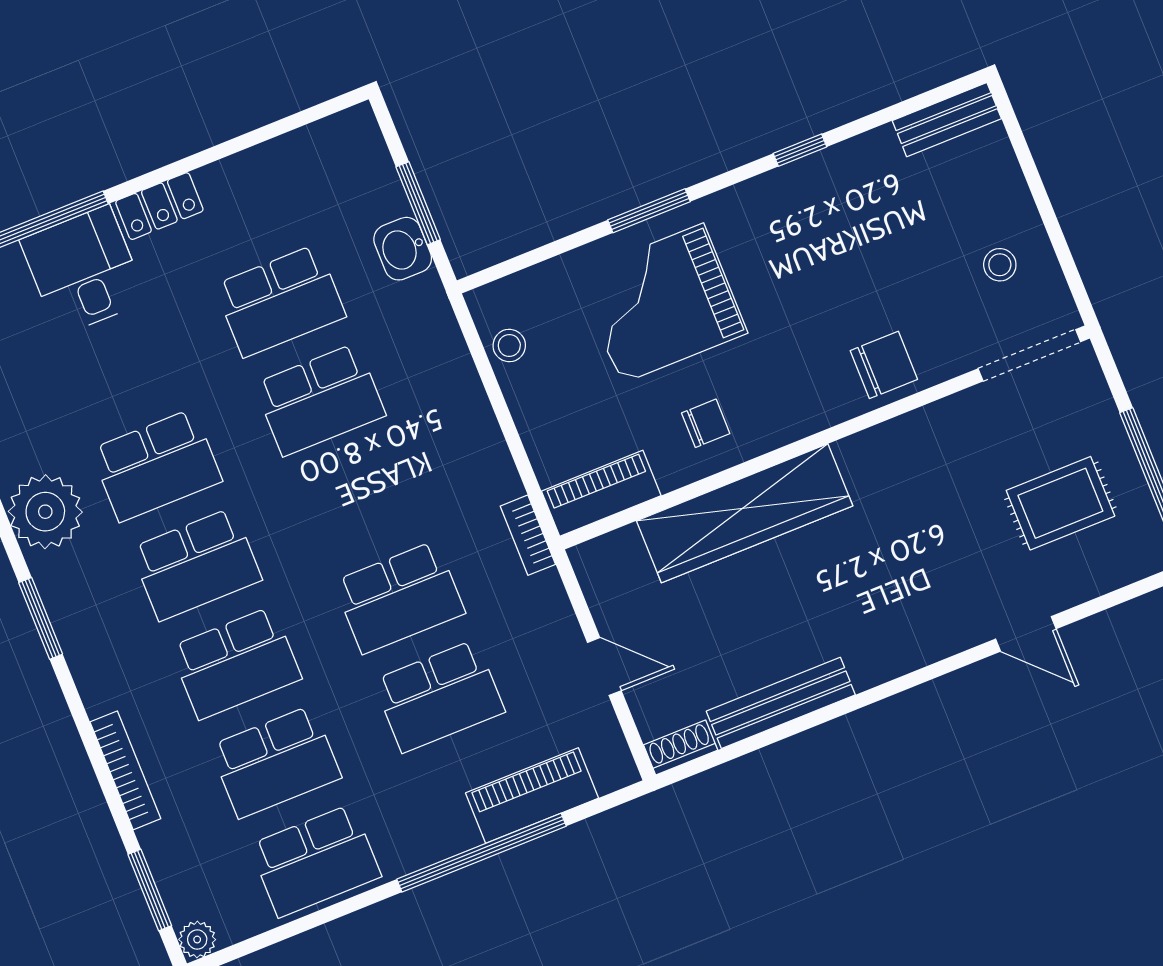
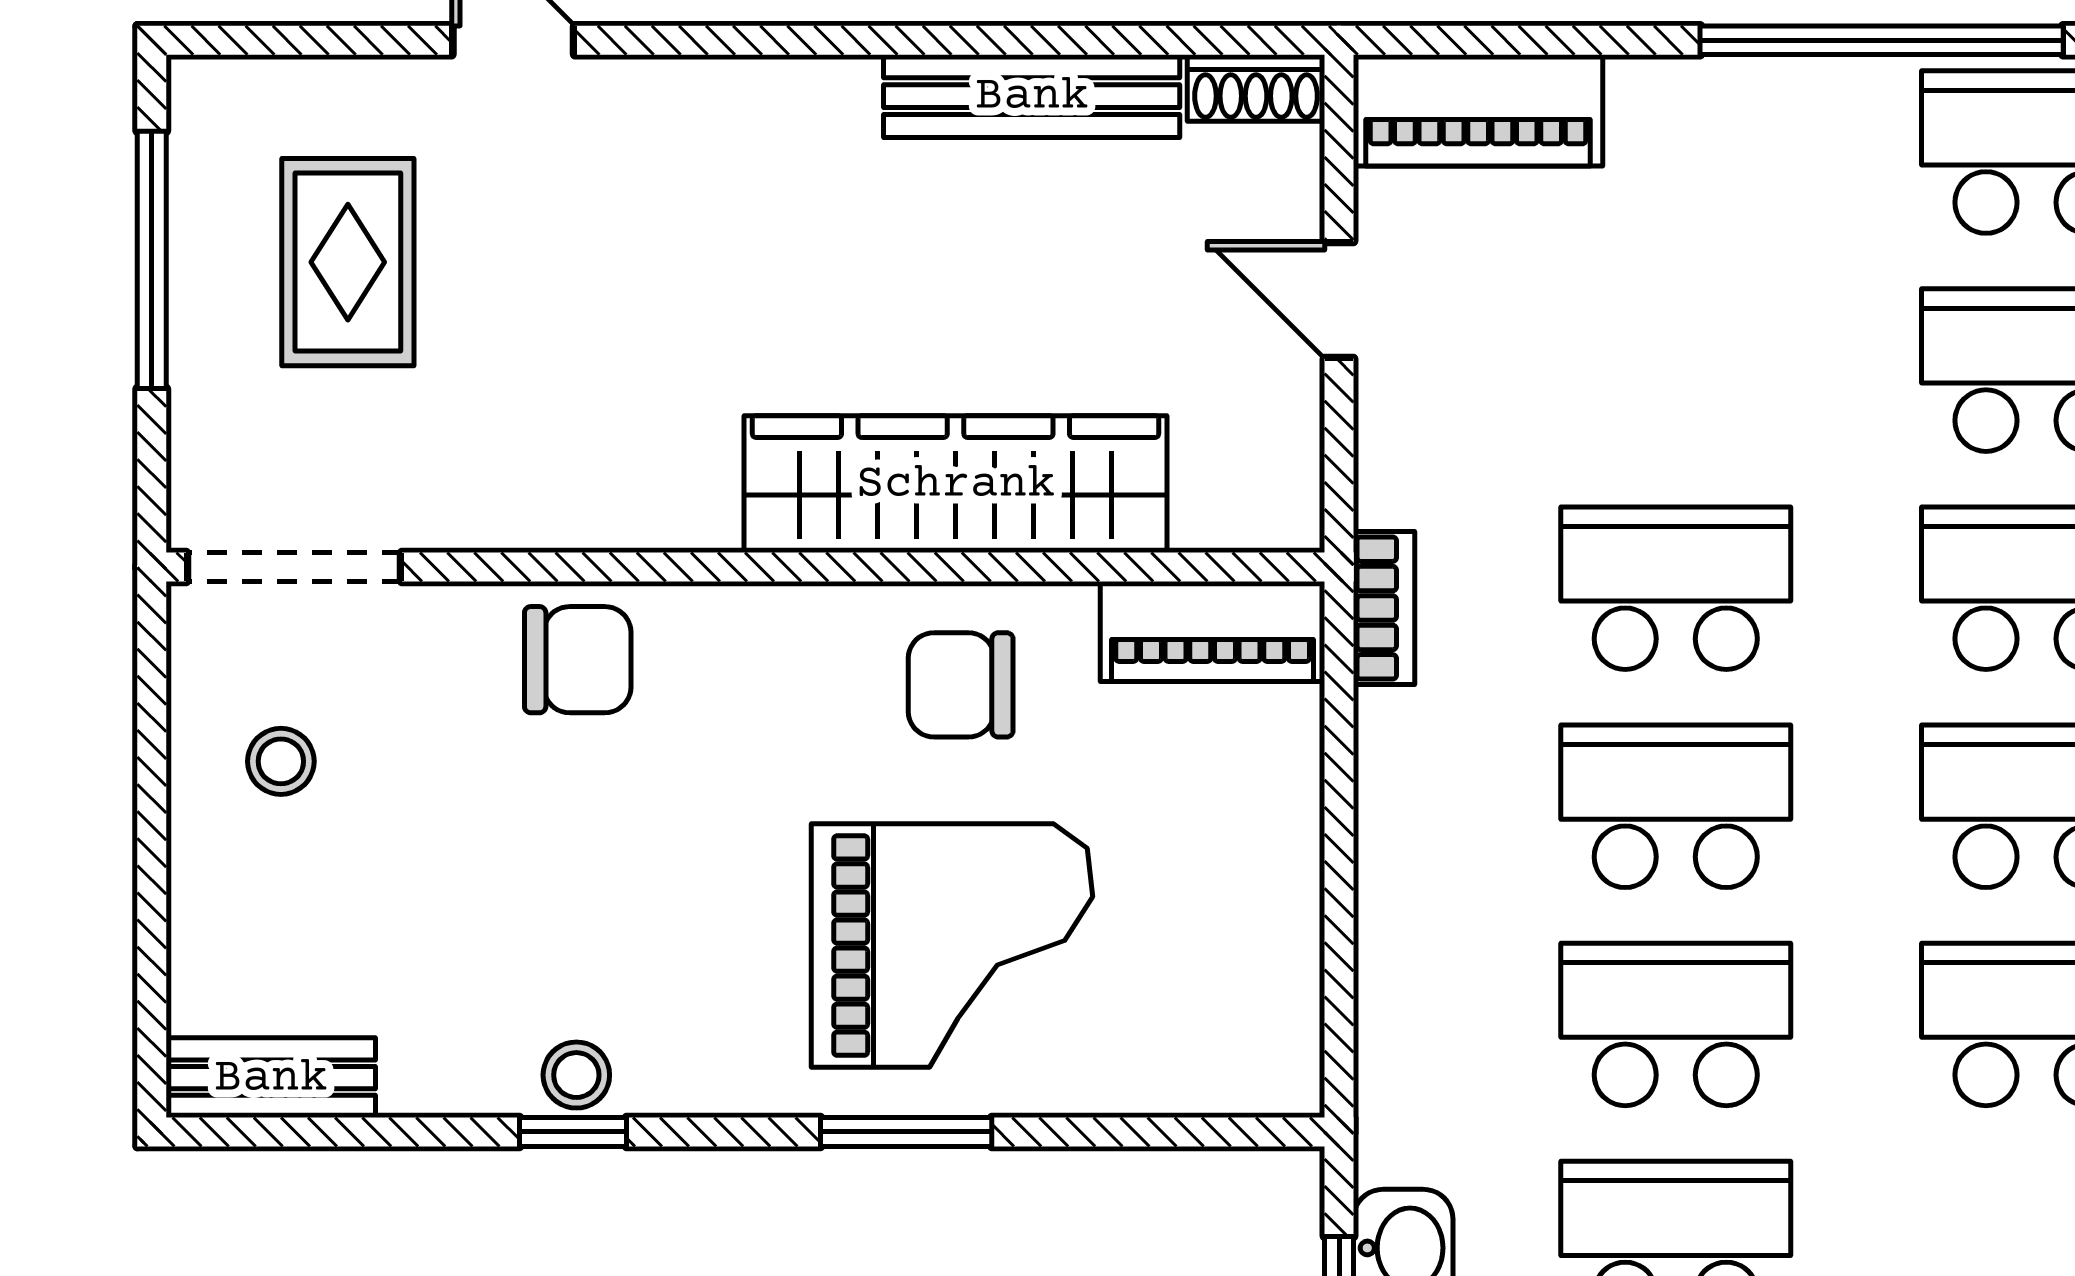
stool: (509, 345) -> (576, 1075), moved
chair: (884, 365) -> (578, 660), turned 180
chair: (706, 423) -> (961, 685), width x1.37, depth x1.37
rug: (1060, 503) -> (348, 262), turned 90
school desk: (439, 696) -> (1676, 806), moved
piano: (532, 795) -> (1478, 110), moved
window: (482, 853) -> (1882, 40), moved

